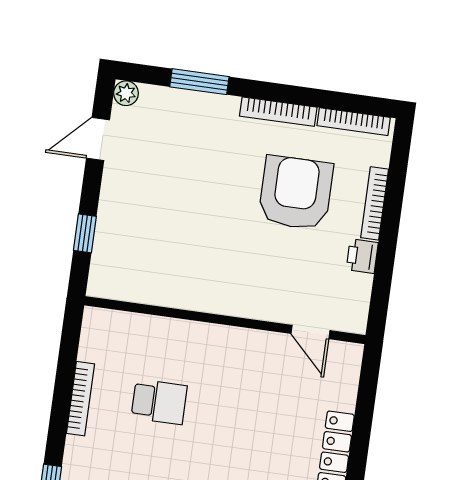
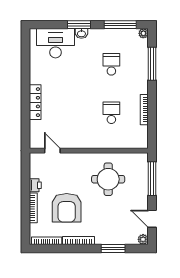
door: (98, 139) -> (152, 219), swing flipped
window: (85, 233) -> (152, 179), width x2.17
round table: (188, 246) -> (108, 179), added
school desk: (159, 402) -> (111, 113), turned 90

